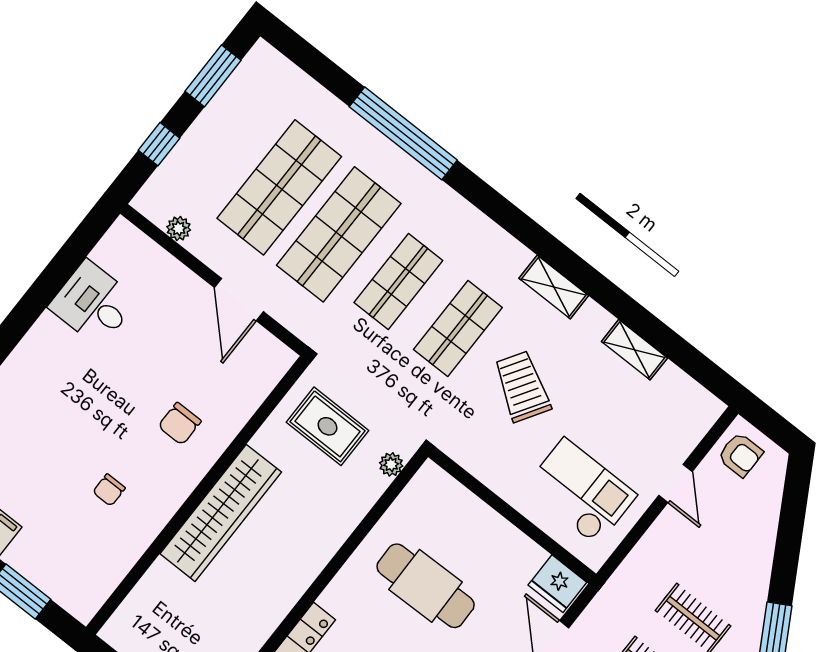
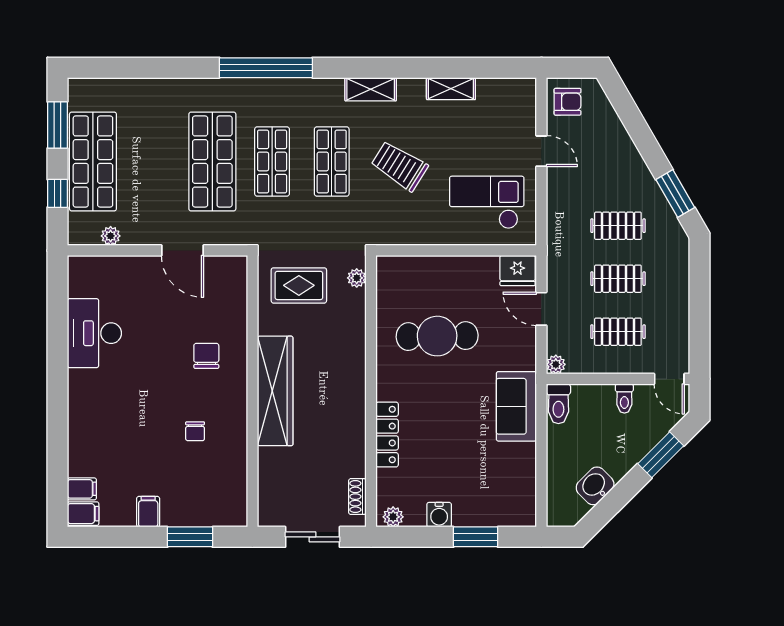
window: (403, 133) -> (266, 68), moved
shop shelf: (279, 187) -> (93, 161), moved
desk: (93, 303) -> (94, 333), width x1.37
chair: (180, 424) -> (206, 356), turned 180

